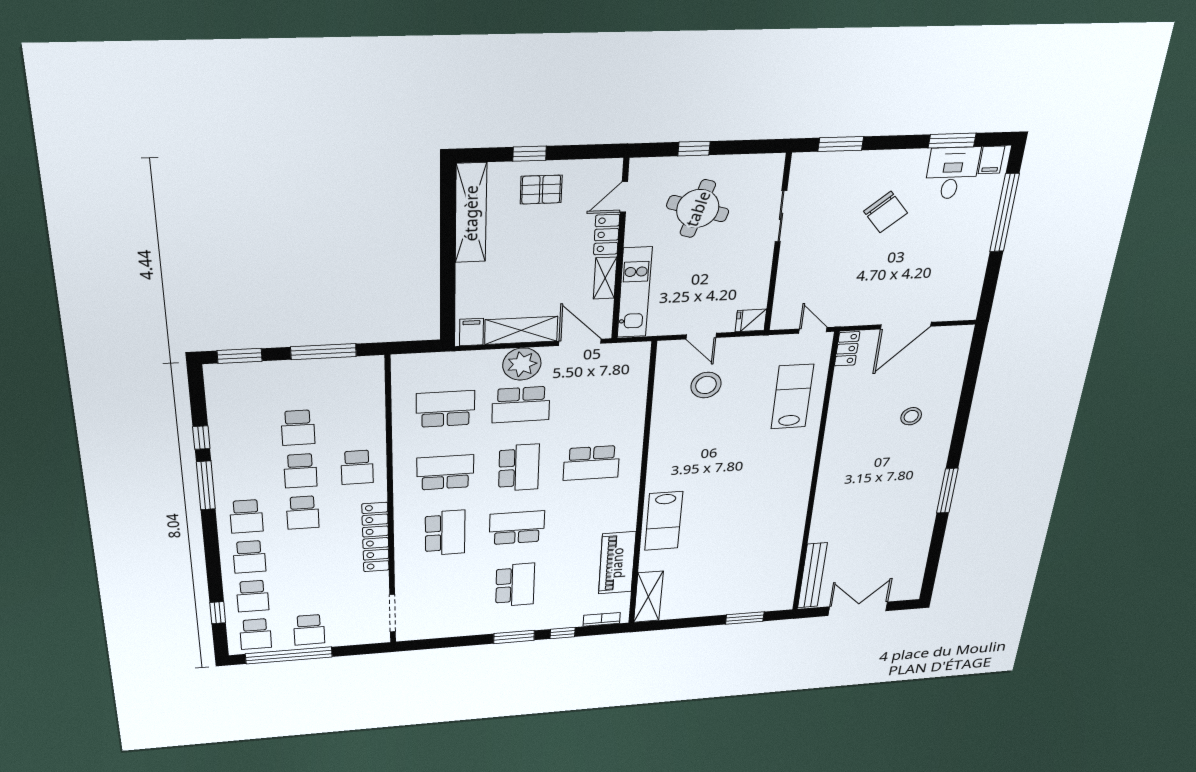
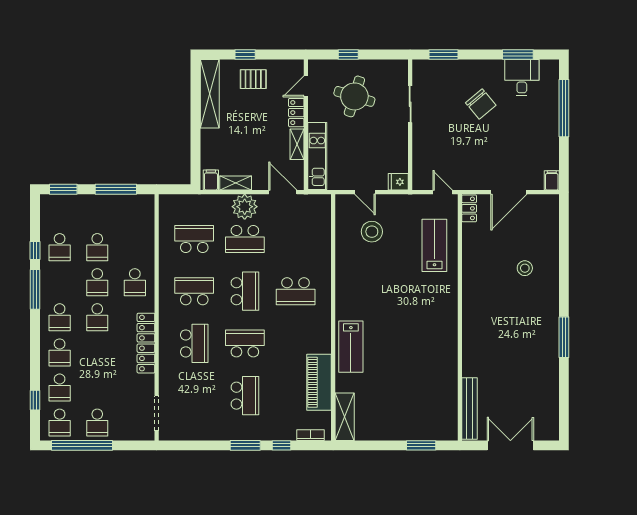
filing cabinet: (991, 160) -> (552, 180), moved, turned 180
shelving: (521, 330) -> (236, 183), width x0.67, depth x0.75
school desk: (240, 431) -> (60, 247), added

